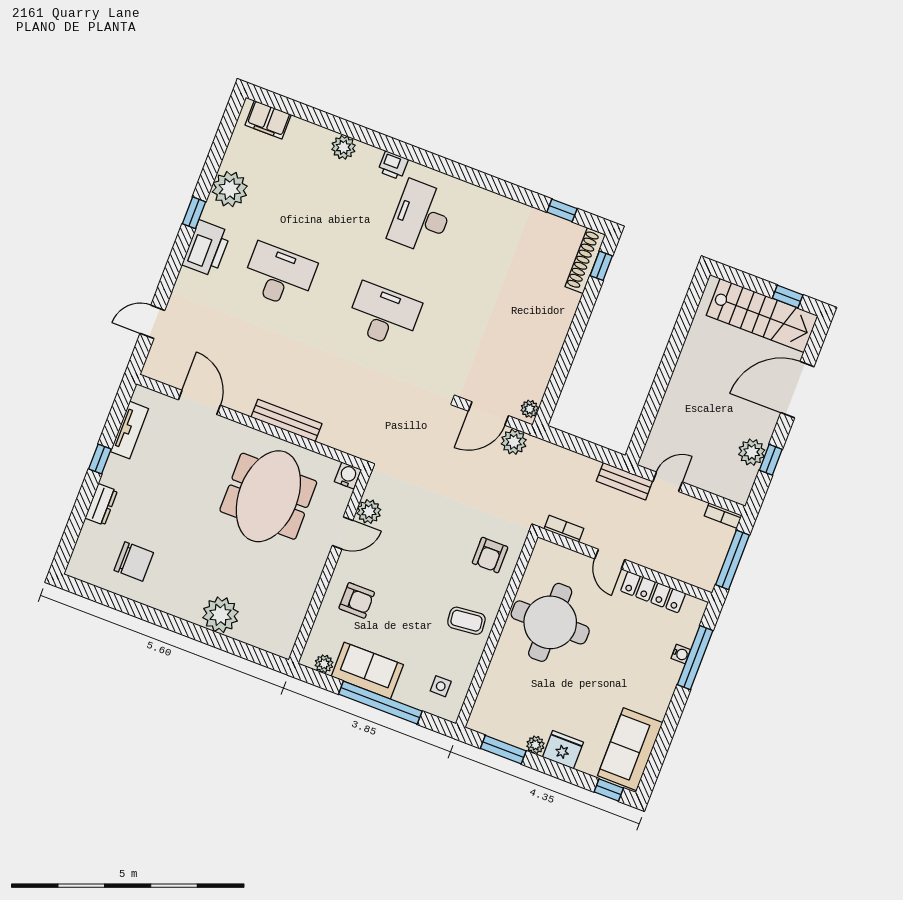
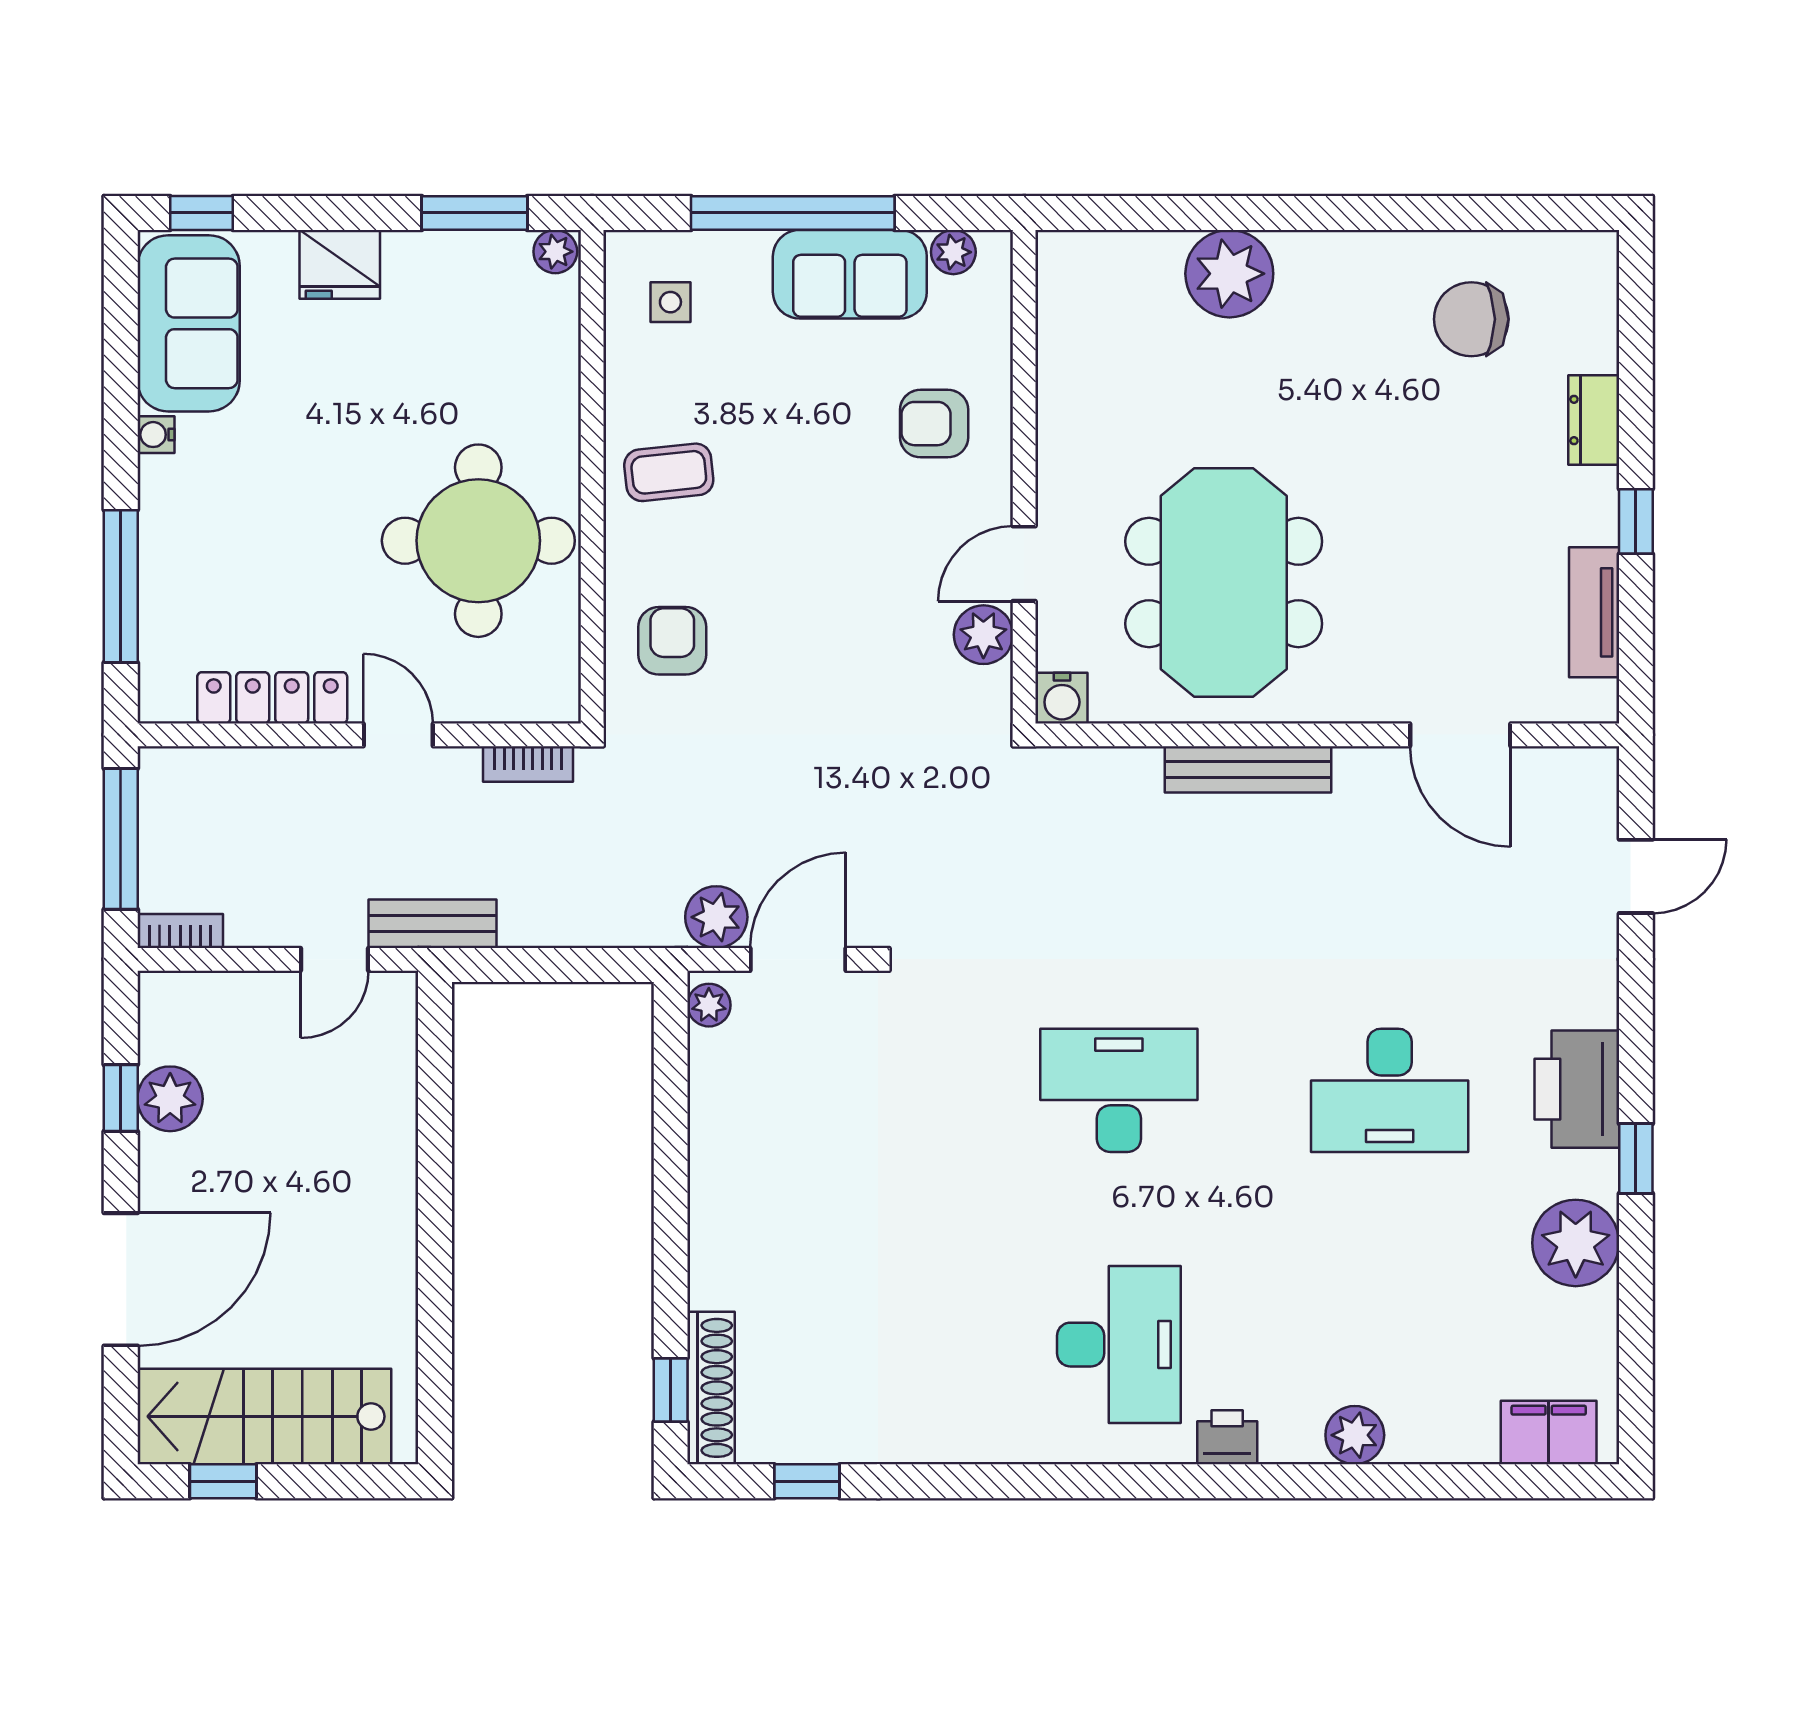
desk: (384, 315) -> (1119, 1090), turned 180
water cooler: (681, 654) -> (156, 435), moved
plant: (535, 745) -> (555, 252), moved

